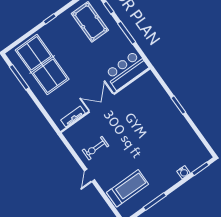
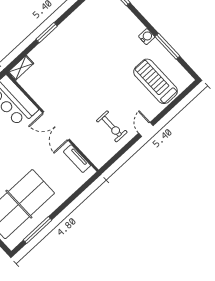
shelving: (152, 80) -> (21, 68), added
water cooler: (184, 172) -> (147, 37), moved
door: (90, 175) -> (146, 129), swing flipped

